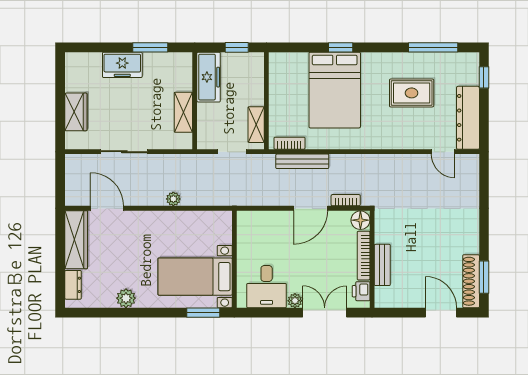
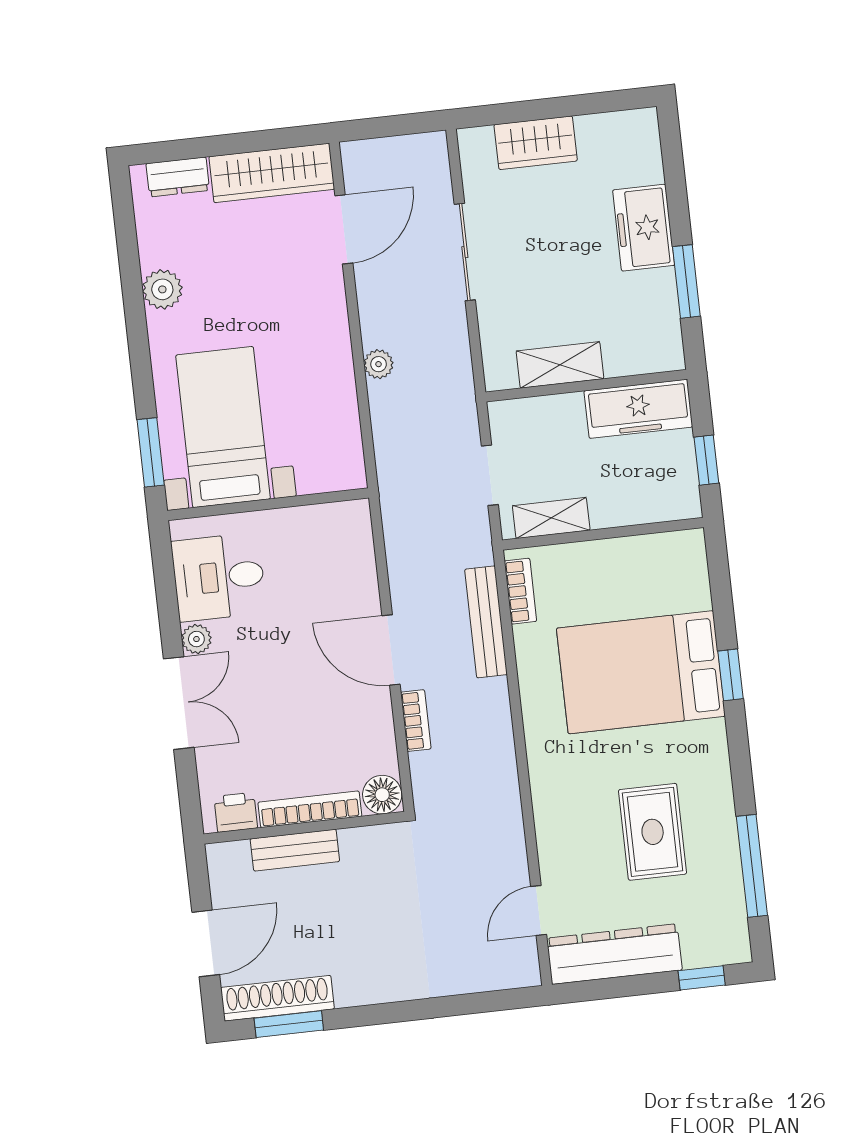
floor lamp: (360, 220) -> (382, 795), moved
bookcase: (364, 256) -> (310, 809), moved
wall: (372, 259) -> (304, 828), moved
bench: (382, 265) -> (295, 850), moved
printer: (361, 291) -> (236, 812), moved

